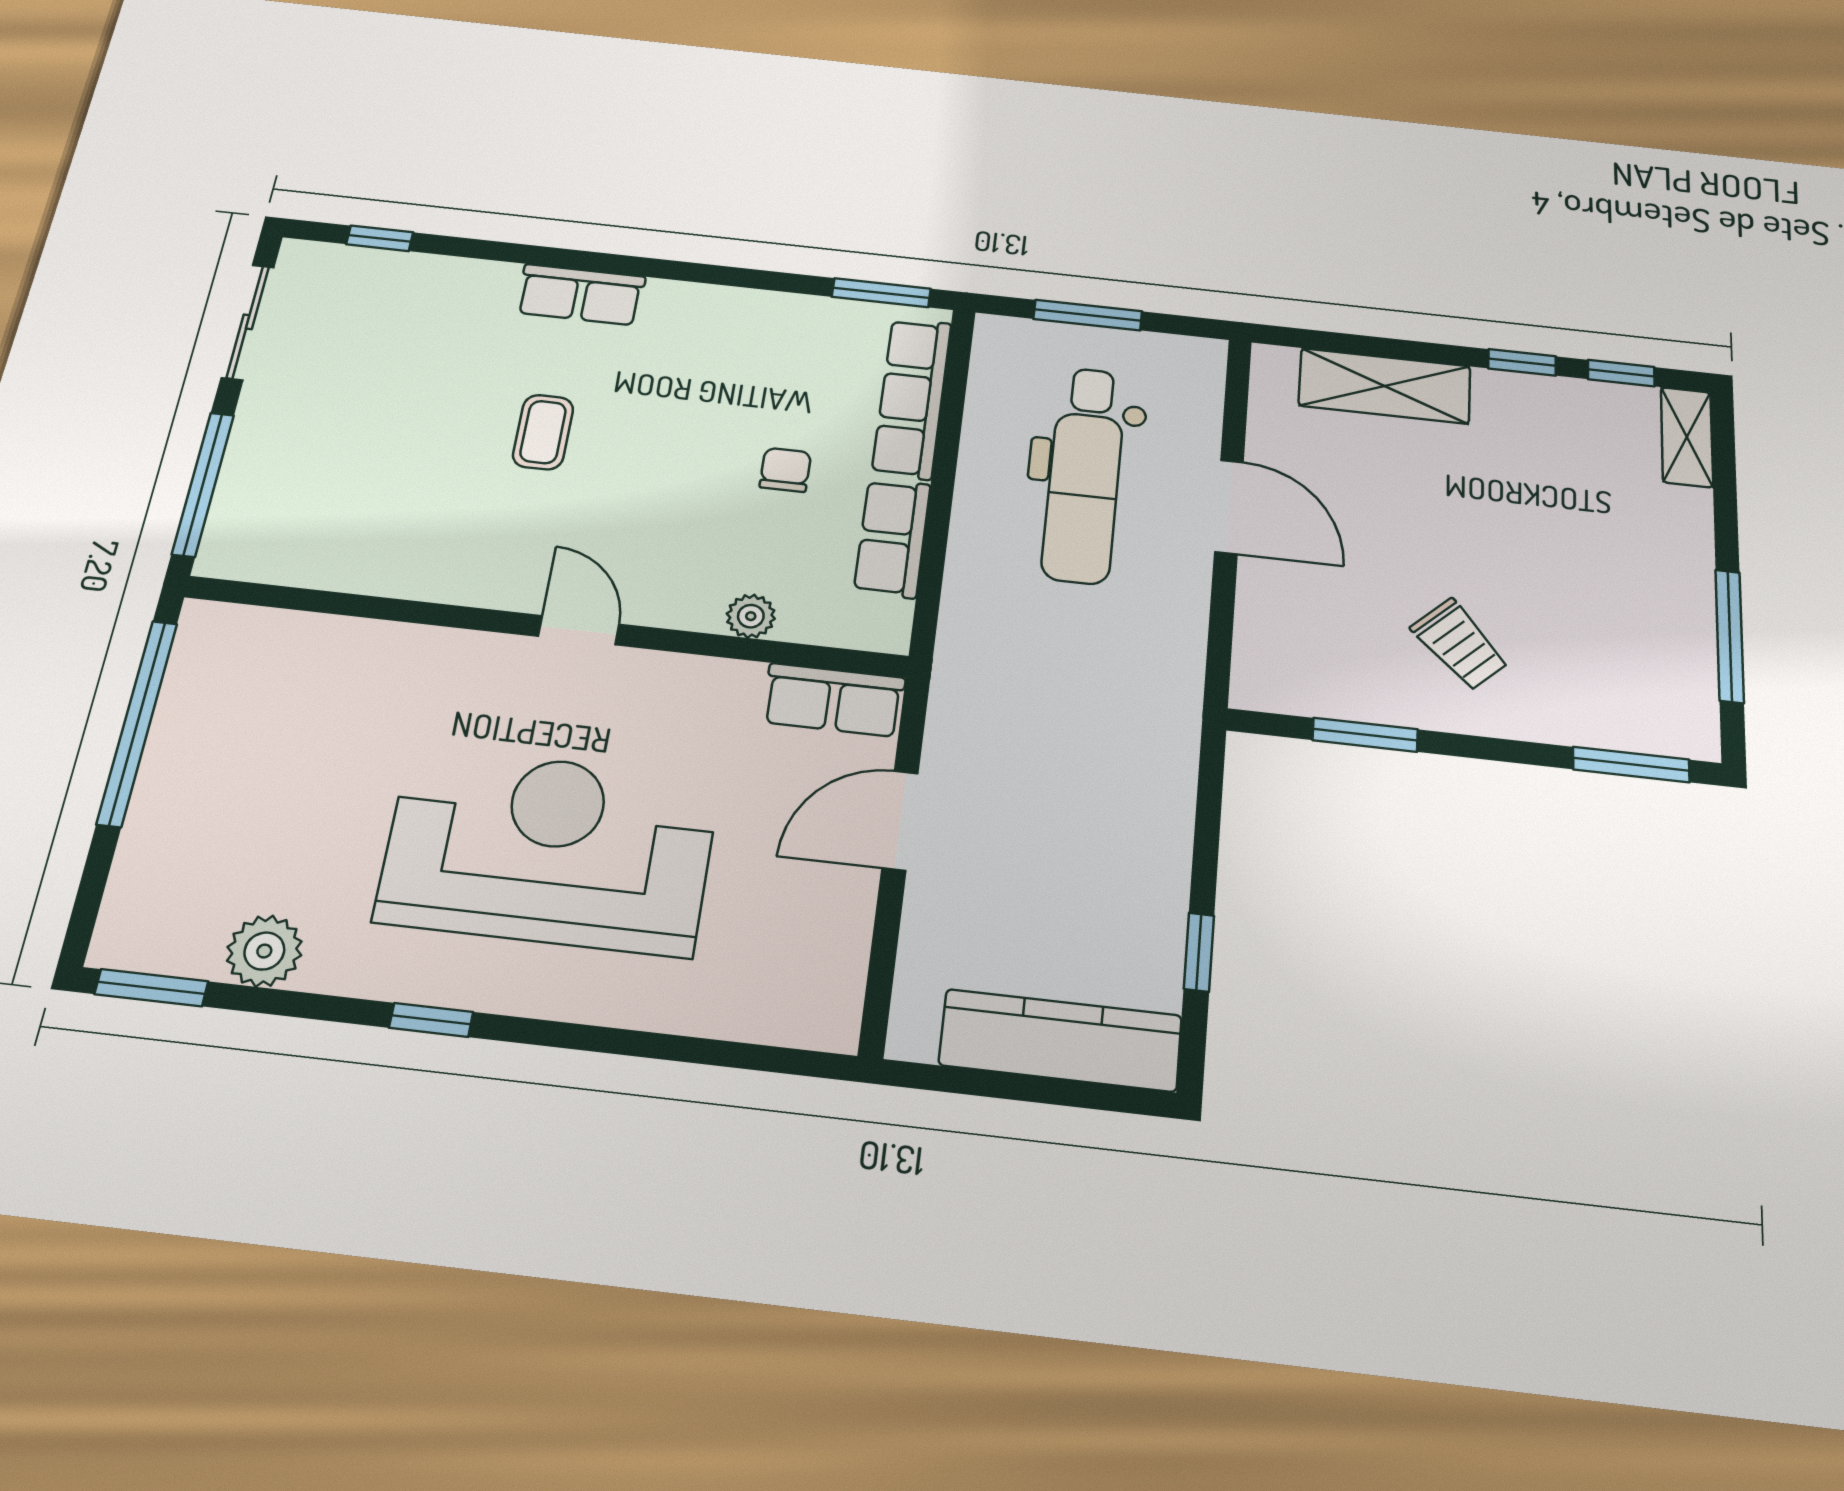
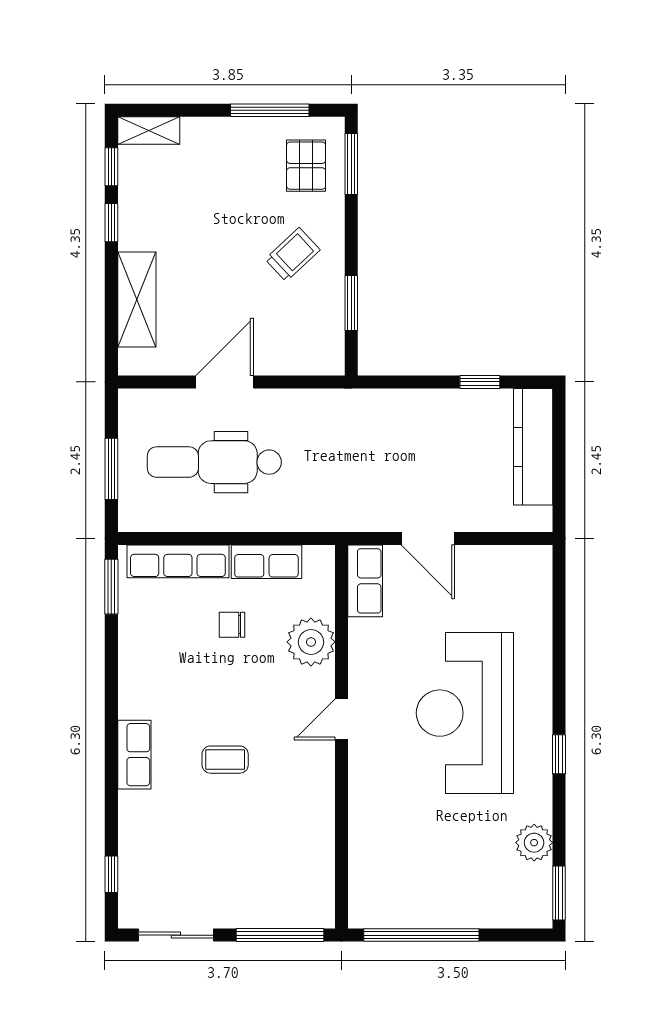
dental chair: (1084, 474) -> (214, 462), turned 180
plant: (751, 616) -> (311, 642), width x1.87, depth x1.87
pallet: (1627, 686) -> (306, 166), added

